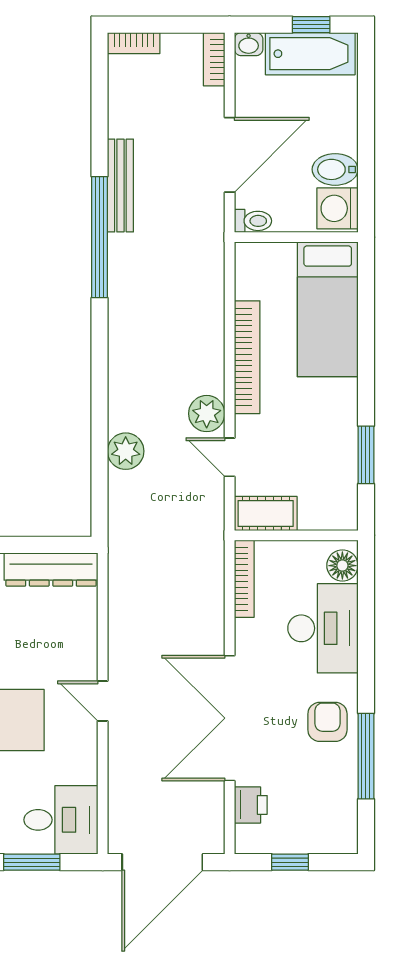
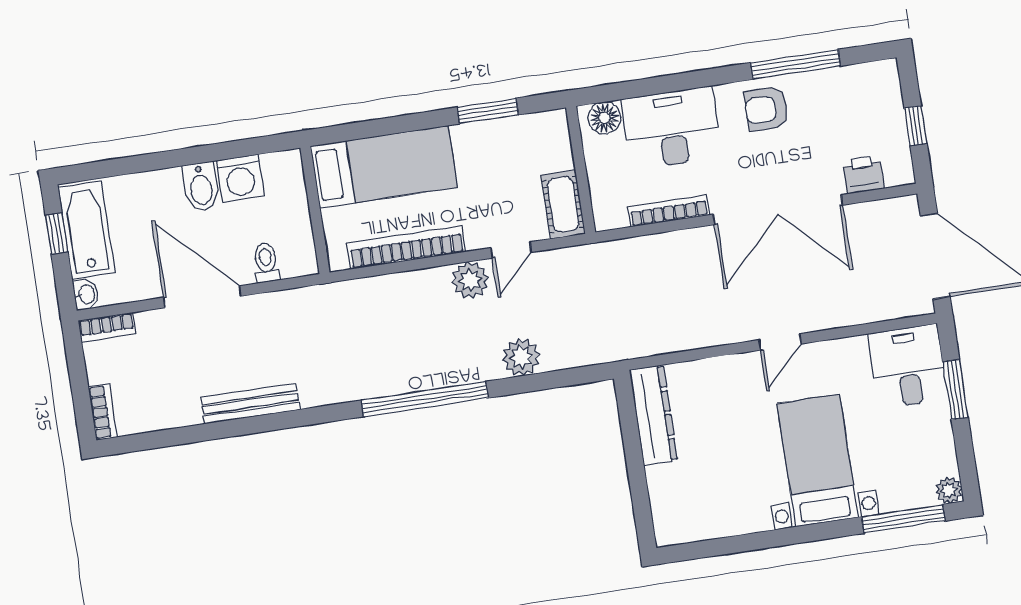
window: (99, 237) -> (425, 399), moved
wall: (296, 237) -> (315, 210), moved
bed: (328, 309) -> (384, 167), moved
bookcase: (244, 579) -> (669, 211), moved

